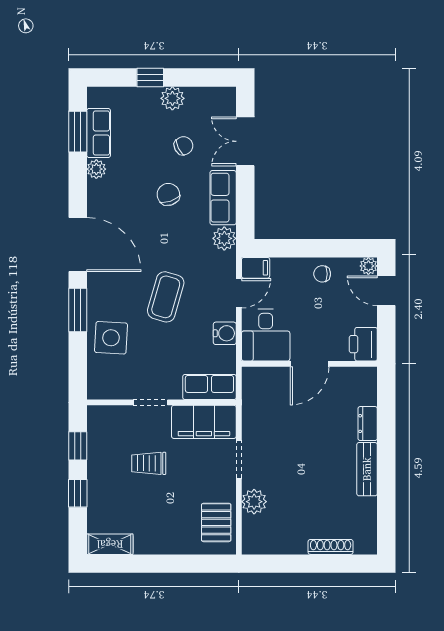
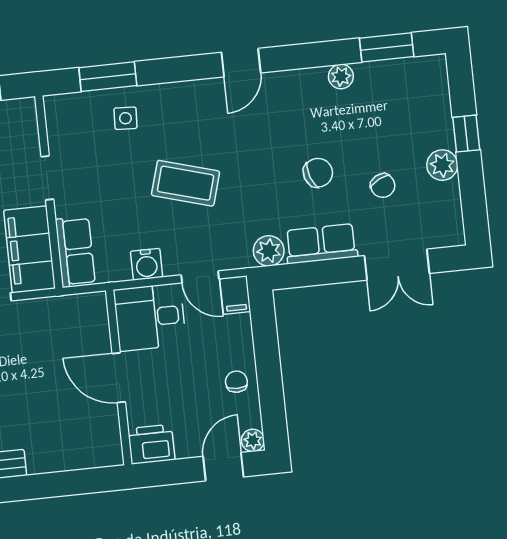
row of seats: (99, 133) -> (388, 74), removed
double door: (245, 141) -> (397, 265), swing flipped
door: (78, 245) -> (241, 63), width x0.53
window: (78, 310) -> (108, 77), moved
side table: (111, 338) -> (125, 118), width x0.54, depth x0.54
dresser: (368, 424) -> (50, 461), removed

